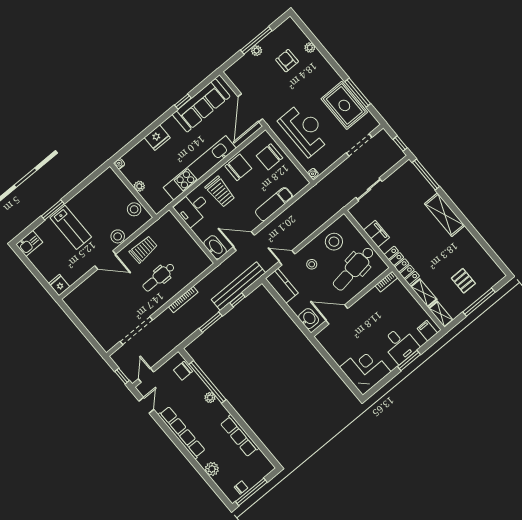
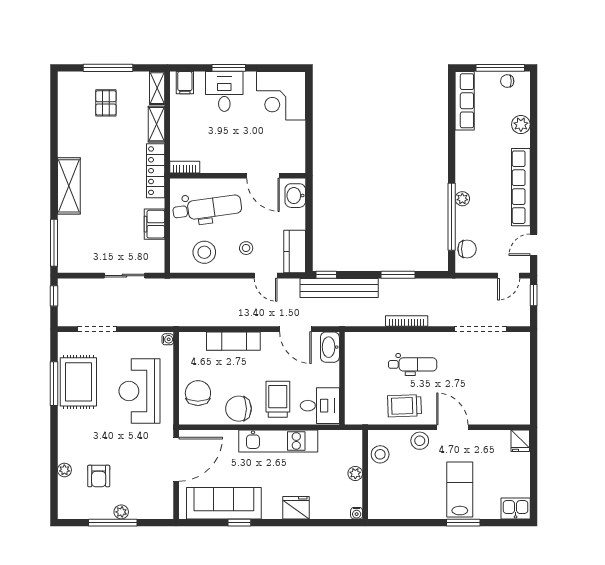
chair: (270, 157) -> (198, 393), turned -90
kitchen unit: (200, 168) -> (278, 441), width x0.73
window: (237, 300) -> (326, 275), moved
row of seats: (240, 436) -> (465, 101), moved

